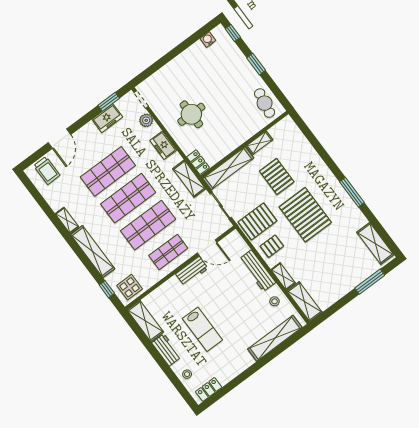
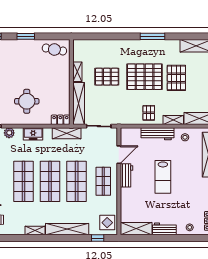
pallet: (257, 221) -> (176, 78), moved
lab bench: (202, 329) -> (163, 177), moved, turned 90

